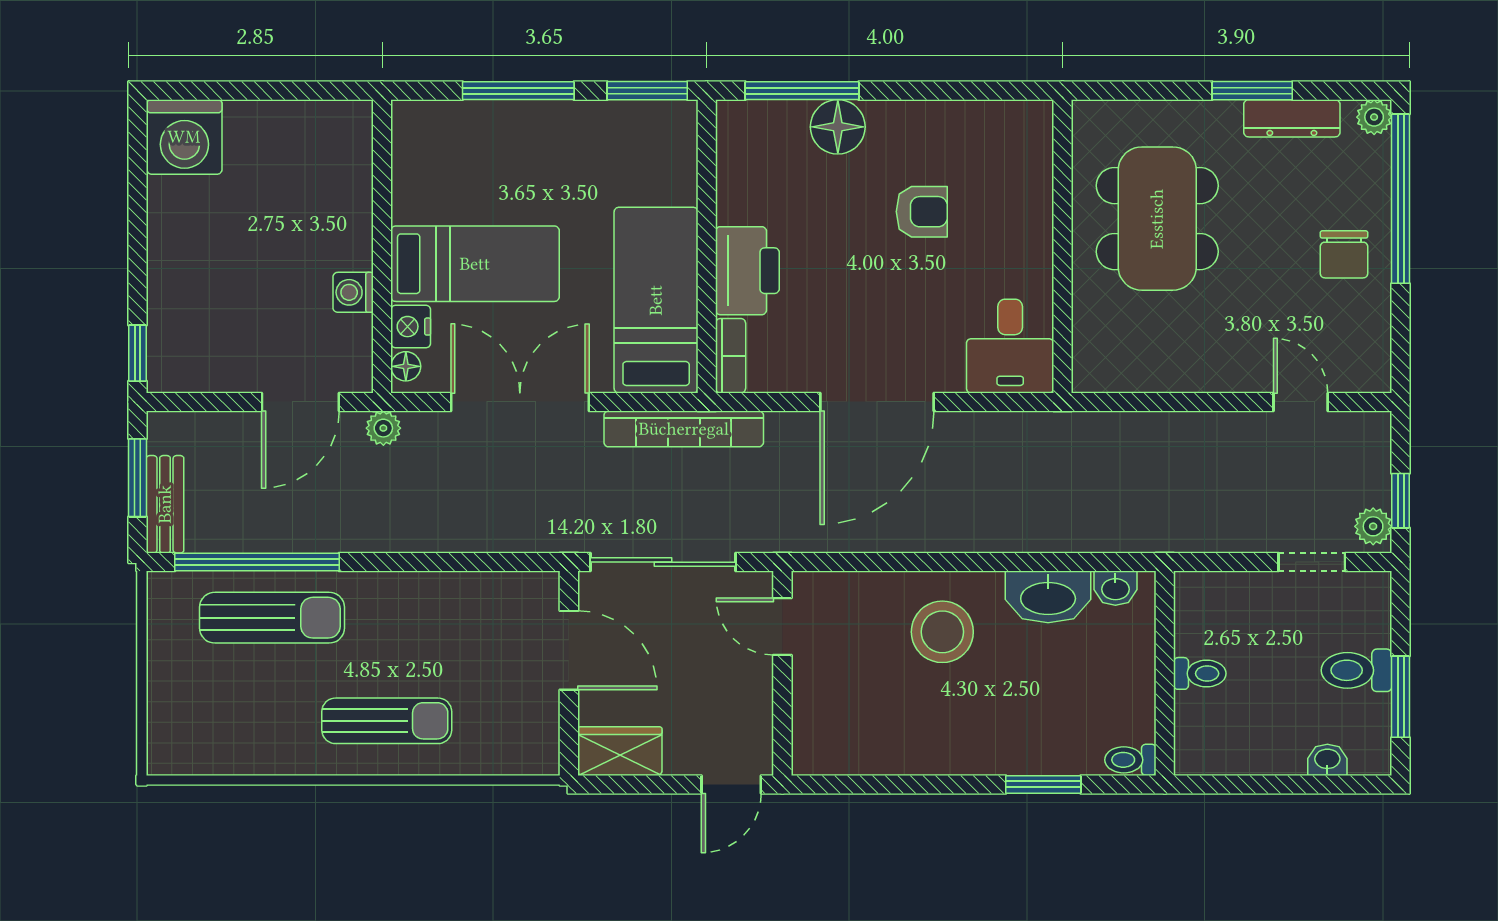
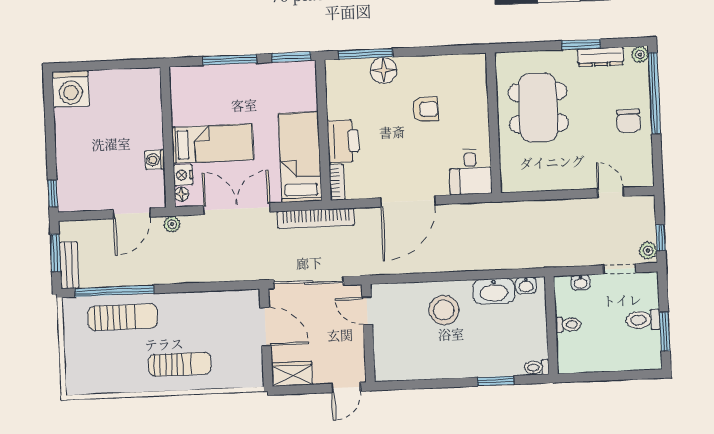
washbasin: (1327, 760) -> (581, 282), moved, turned 180

